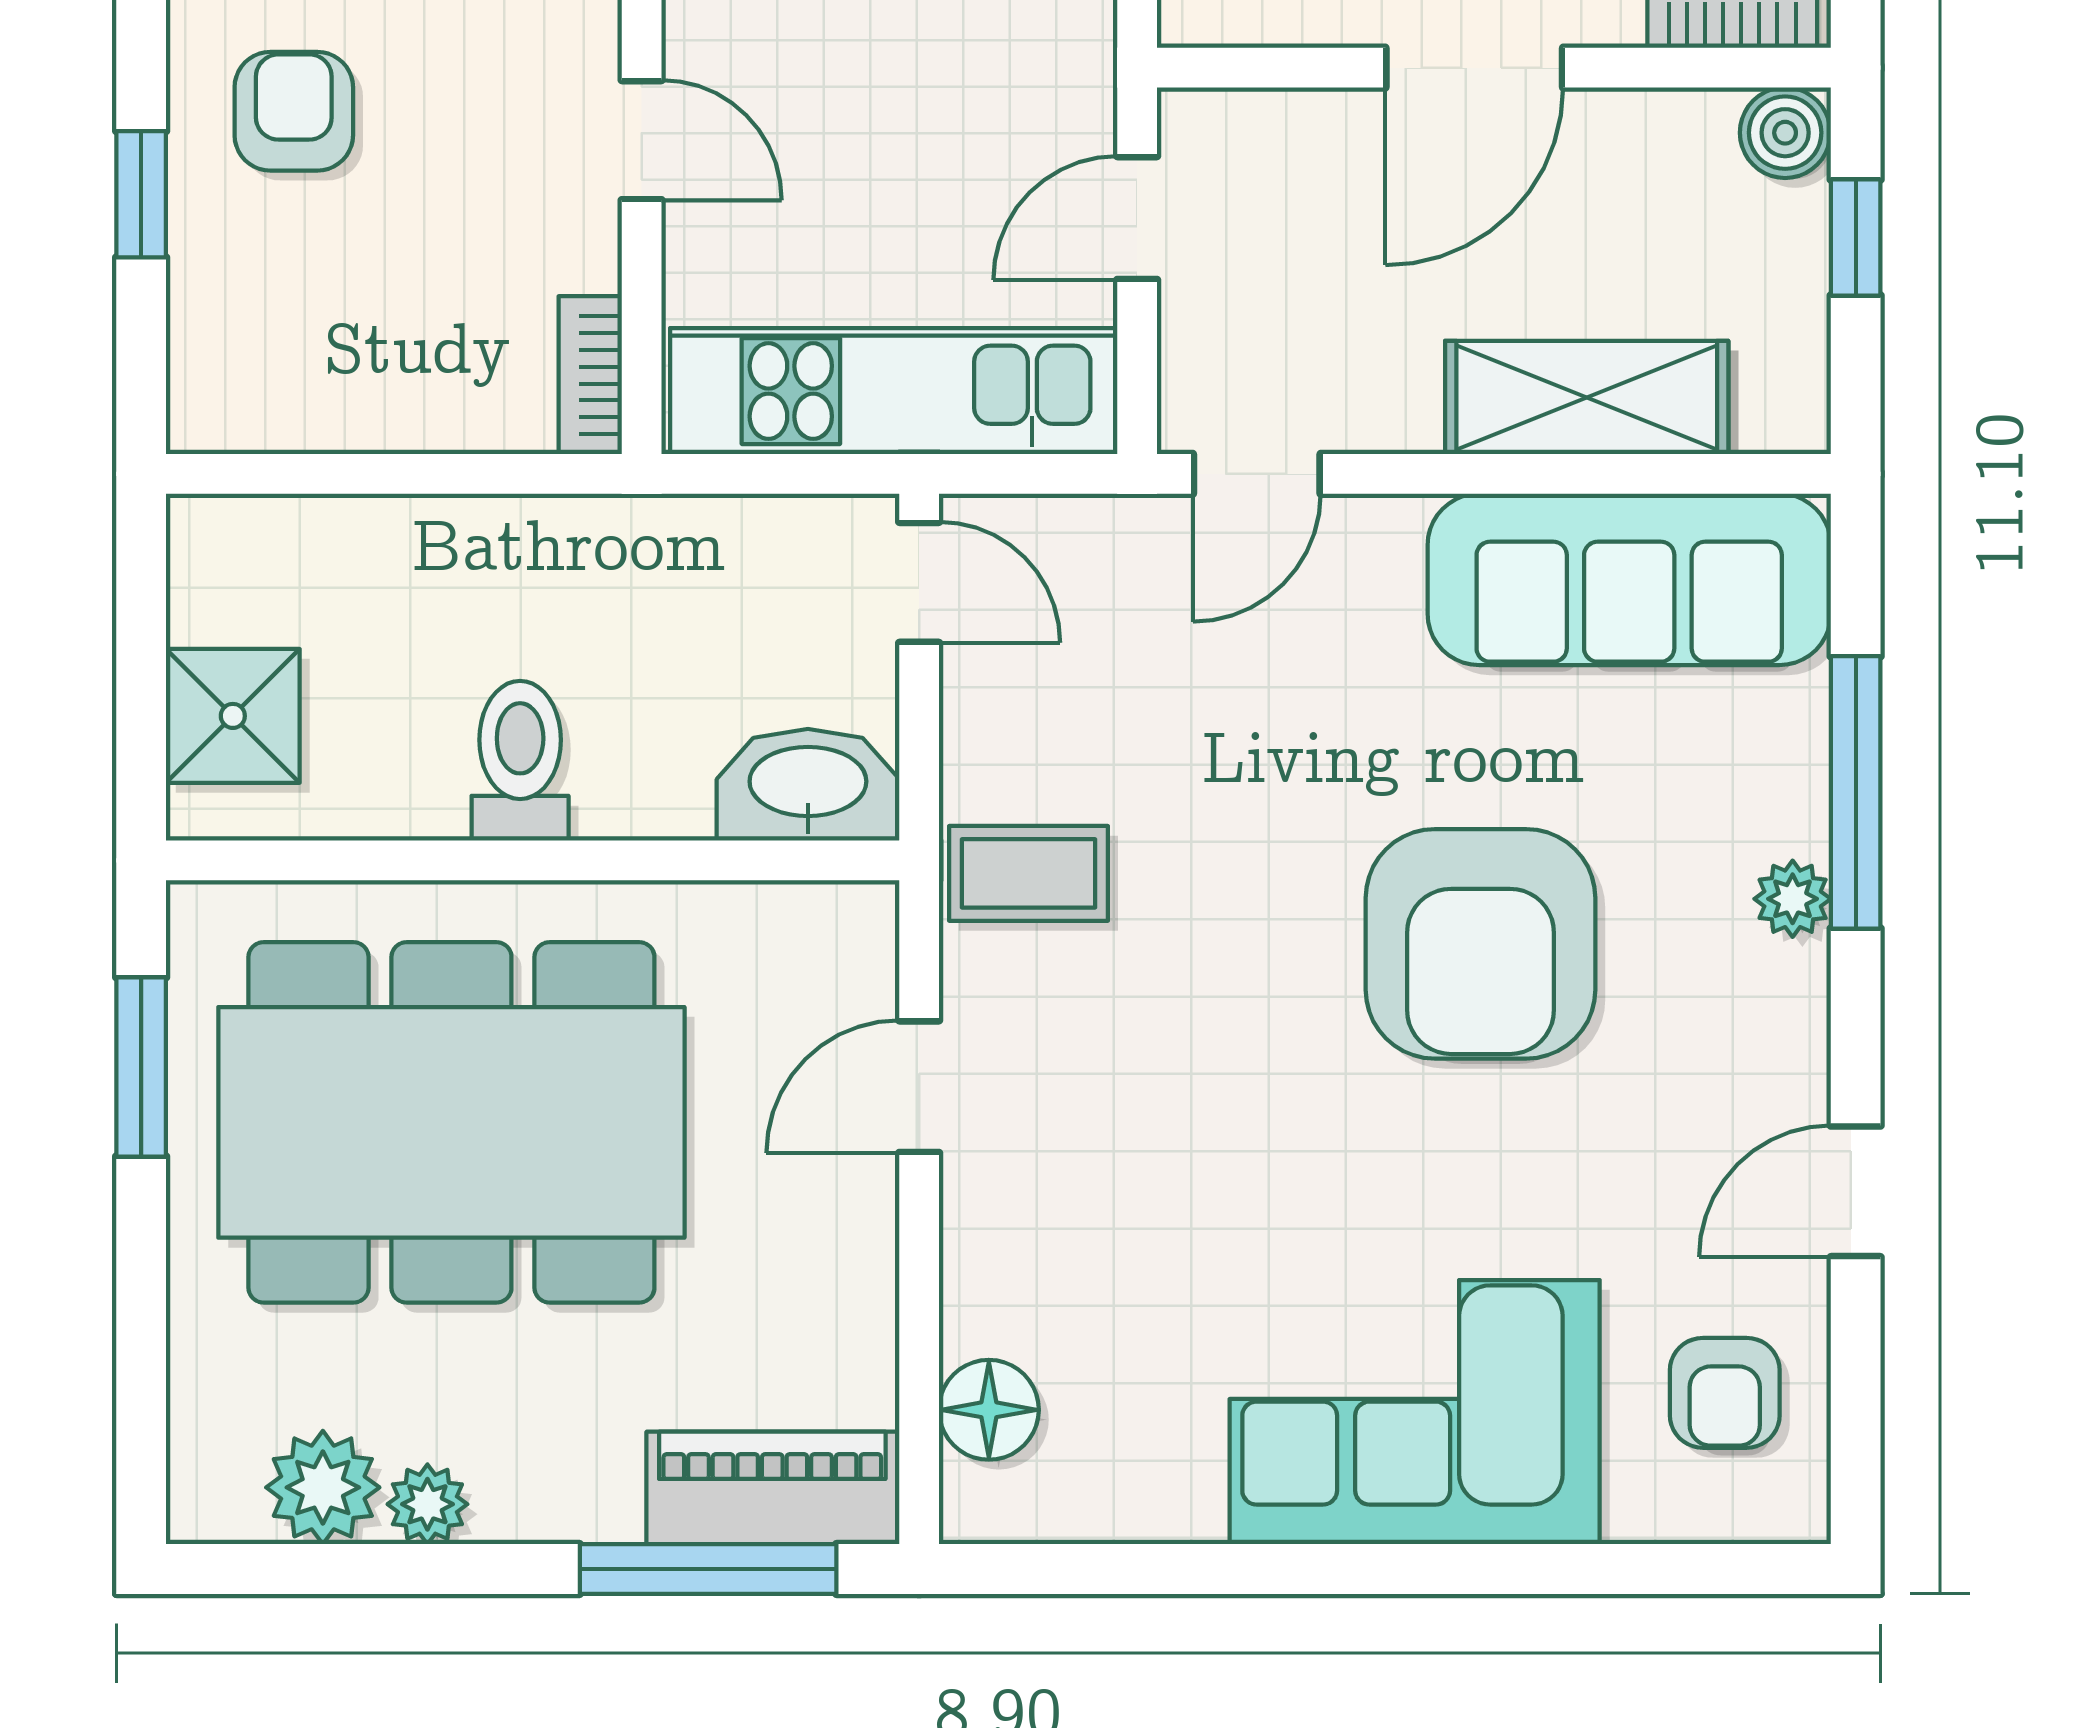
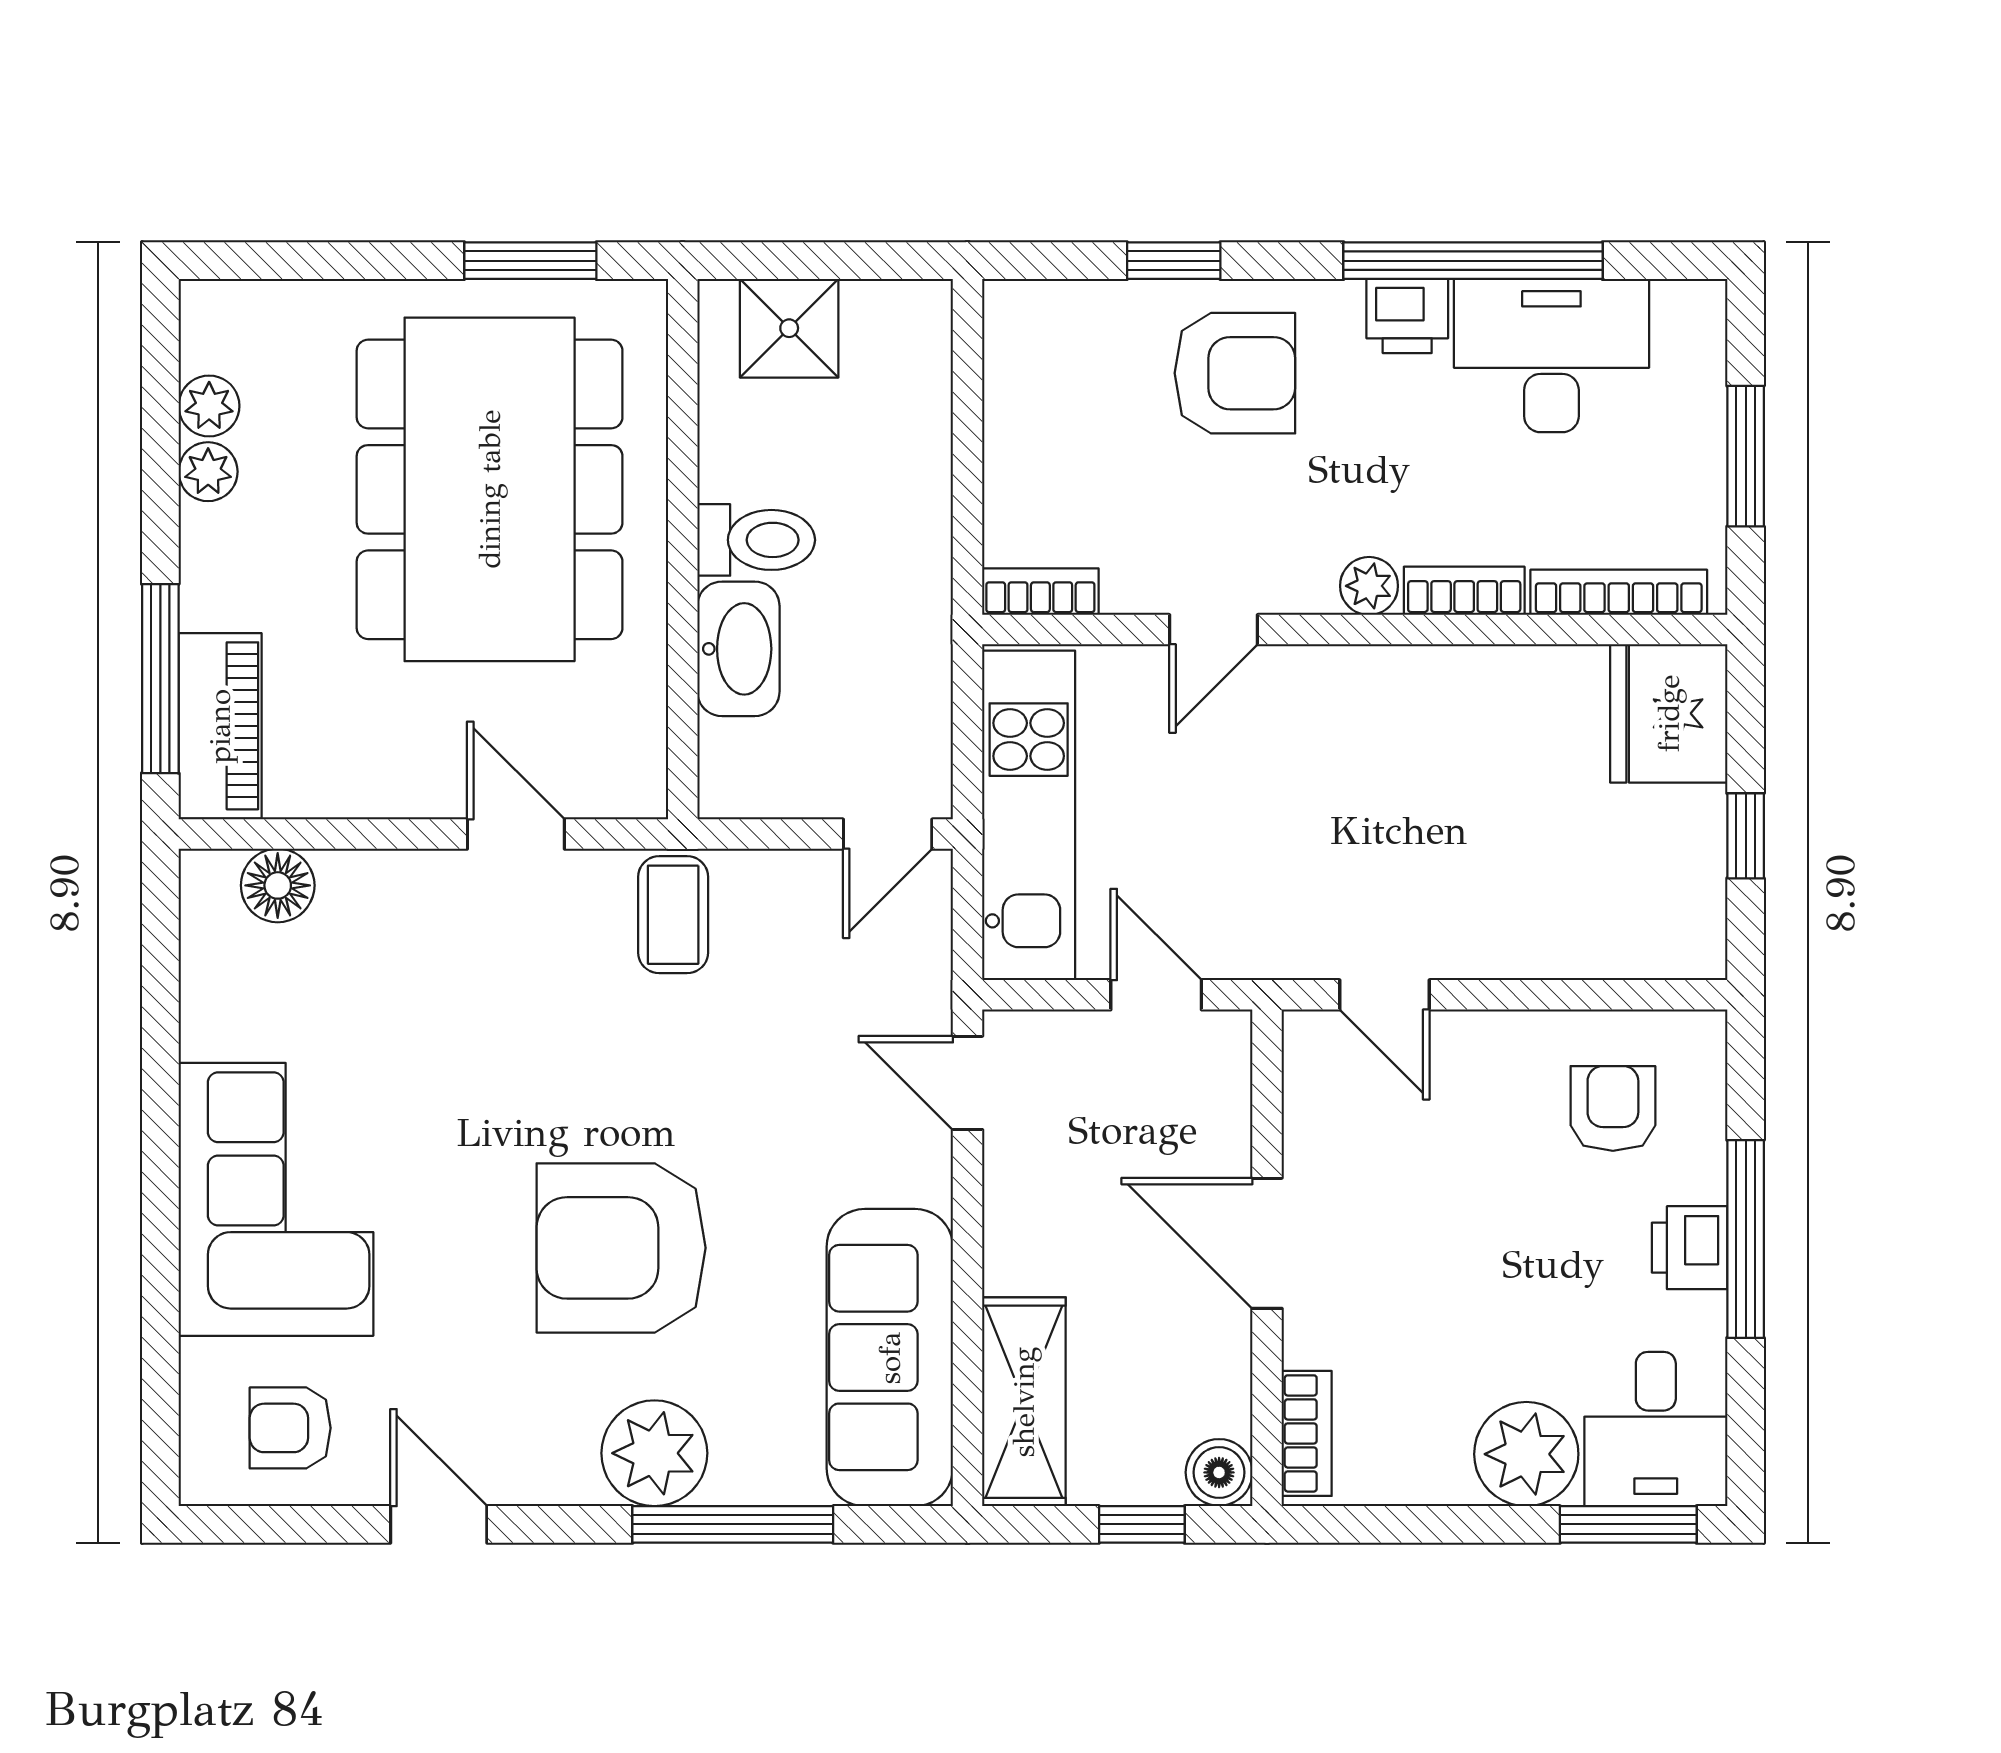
armchair: (294, 111) -> (1235, 373), width x1.38, depth x1.38
shelving: (1587, 397) -> (1024, 1402), moved
washbasin: (808, 785) -> (738, 649), moved
plant: (1793, 899) -> (654, 1453), width x1.87, depth x1.87
plant: (323, 1487) -> (209, 406), width x0.73, depth x0.73

